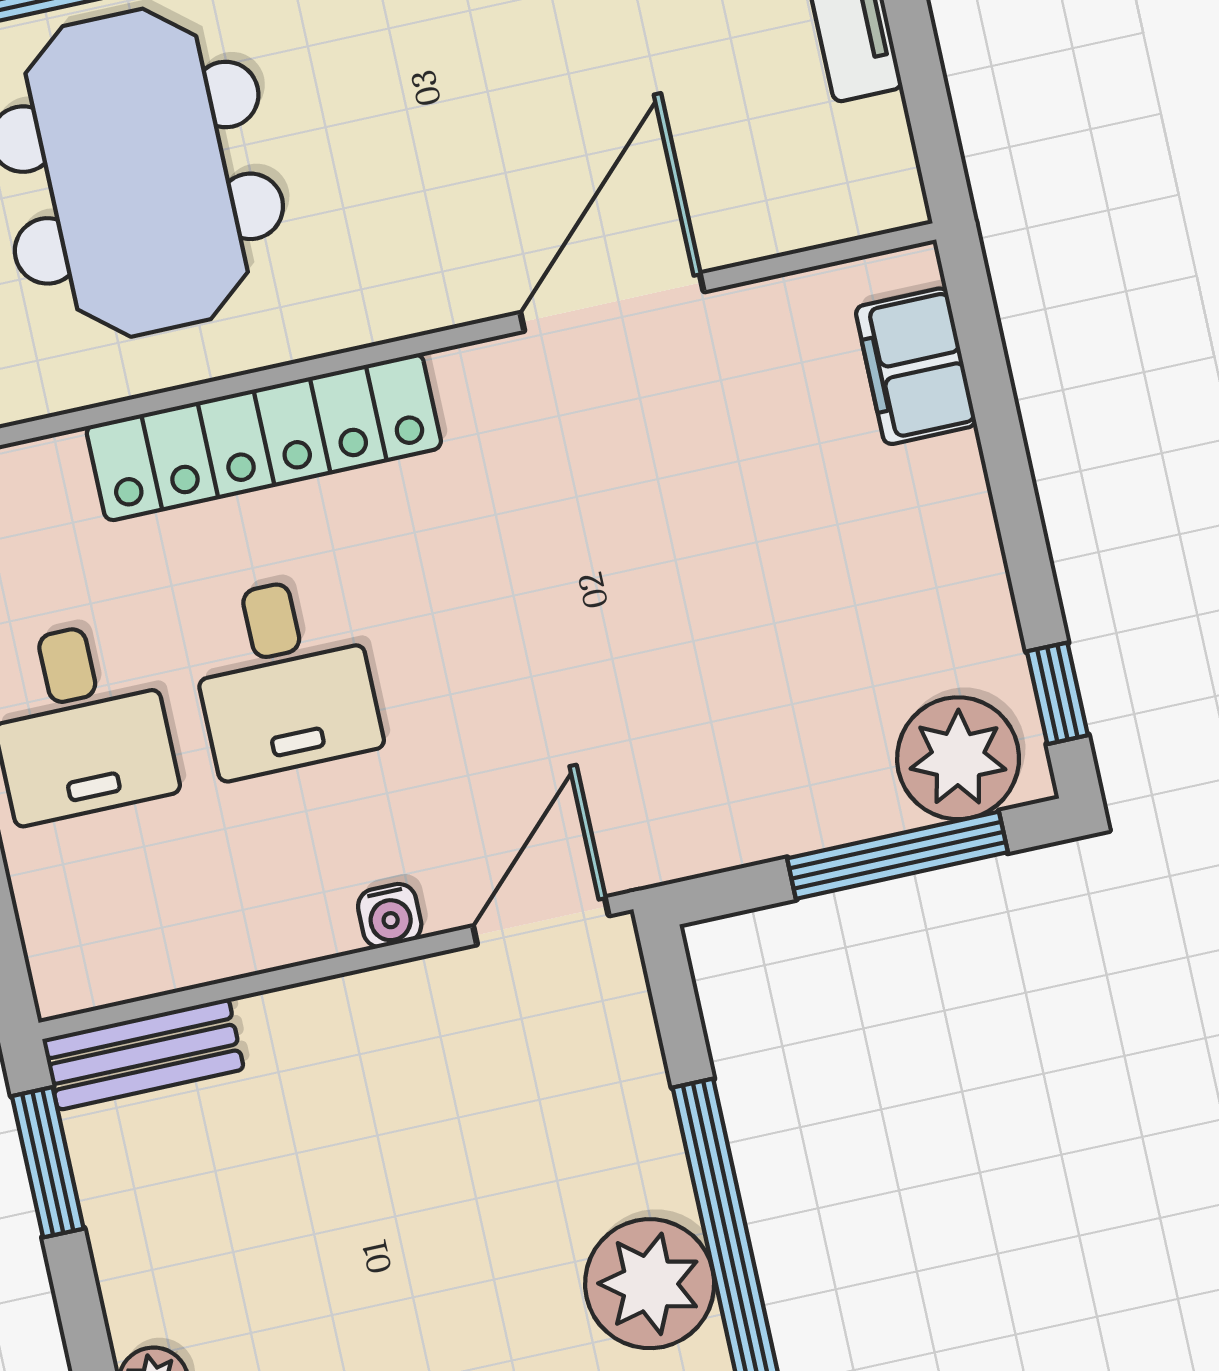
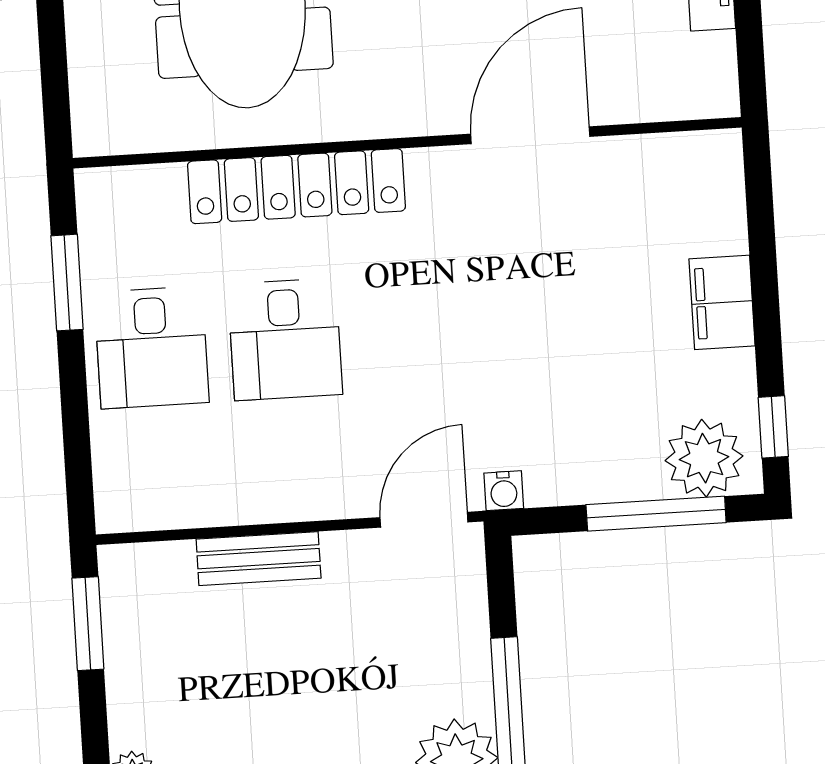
filing cabinet: (916, 366) -> (722, 302), moved
water cooler: (390, 916) -> (504, 491), moved
bench: (143, 1054) -> (259, 559), moved

